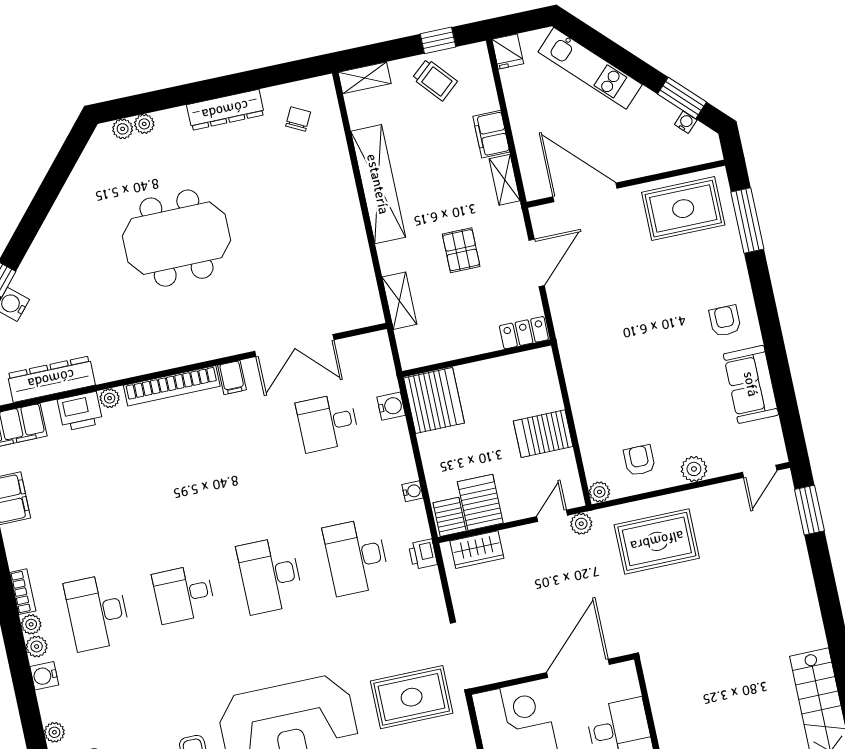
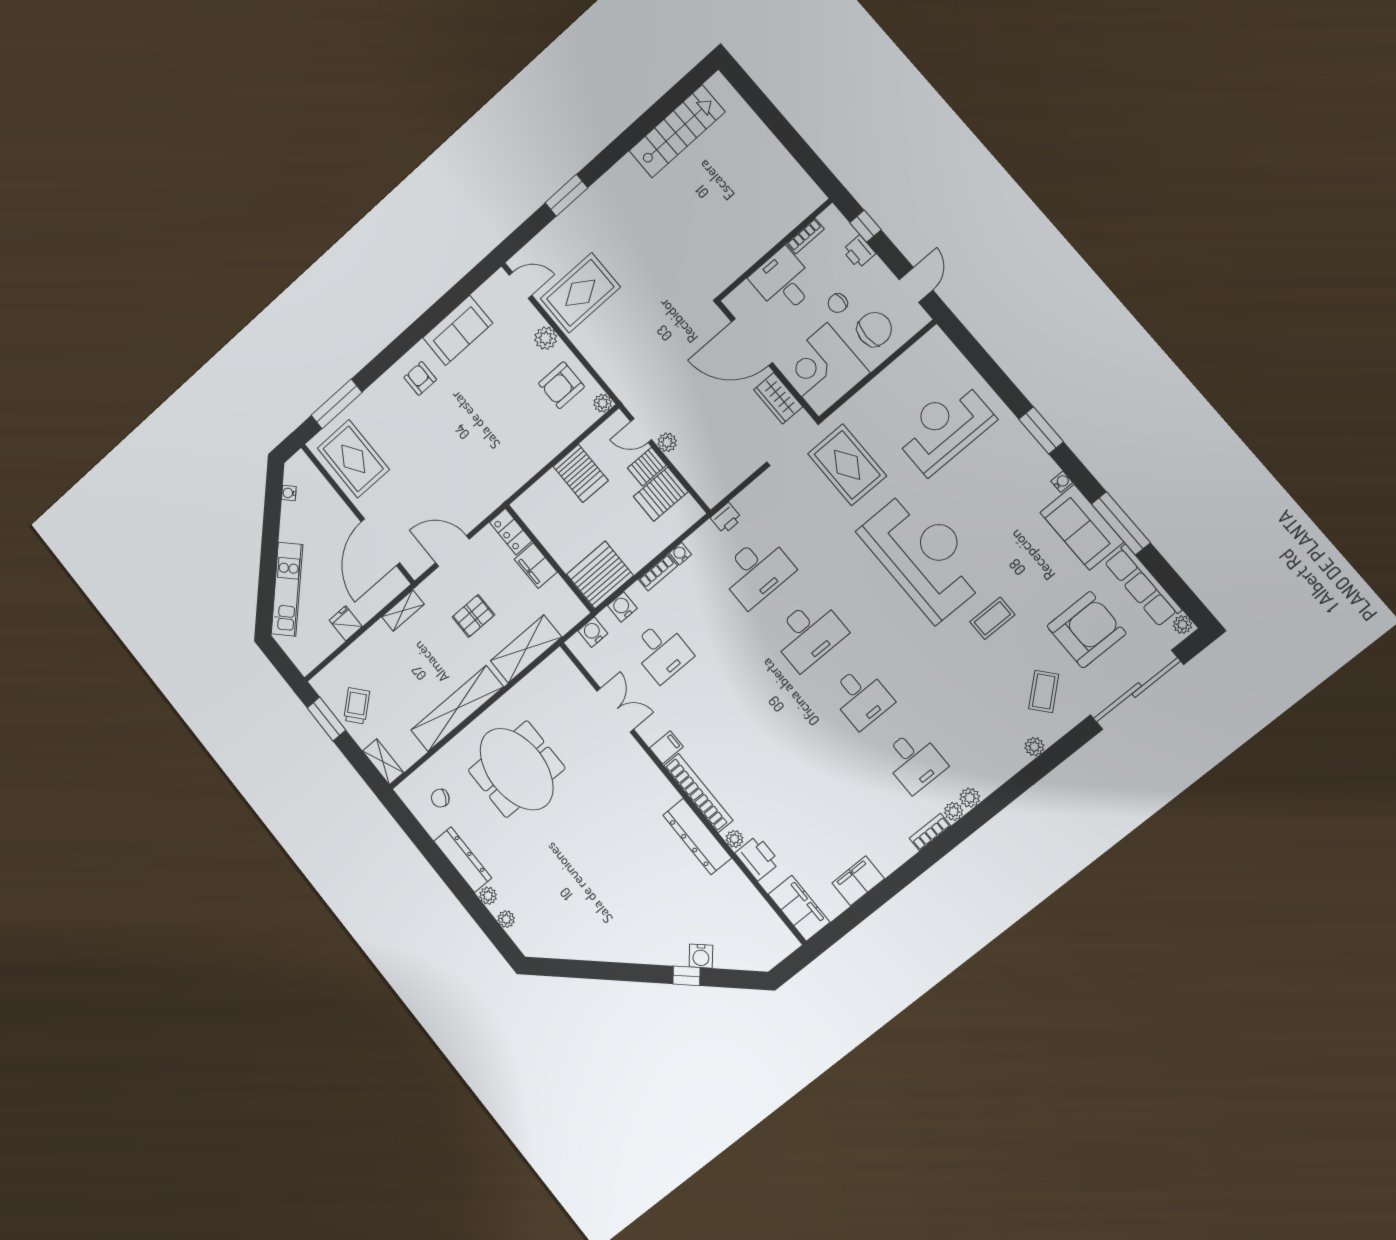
window: (438, 40) -> (326, 719), width x1.50
fridge: (508, 52) -> (346, 623), moved, turned -90
window: (682, 98) -> (273, 506), removed
plant: (123, 129) -> (488, 896), moved
filing cabinet: (491, 134) -> (536, 566), moved, turned 90
meeting table: (176, 238) -> (517, 769), moved
shelving: (399, 301) -> (526, 649), width x1.50, depth x1.33
armchair: (725, 321) -> (420, 378), turned 90
double door: (294, 346) -> (615, 710), width x0.73
dresser: (51, 379) -> (697, 837), moved
bookcase: (406, 459) -> (658, 573), added
armchair: (639, 460) -> (561, 385), width x1.38, depth x1.38
window: (809, 510) -> (566, 195), moved
server rack: (450, 517) -> (647, 467), moved
plant: (581, 524) -> (667, 442), moved
rug: (657, 541) -> (580, 293), moved, turned 90
wardrobe: (477, 550) -> (778, 398), moved, turned 180
desk: (98, 612) -> (914, 761), width x0.73
water cooler: (44, 676) -> (593, 632), moved, turned 180

